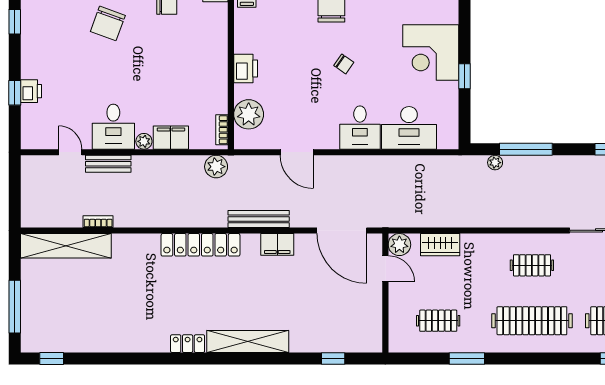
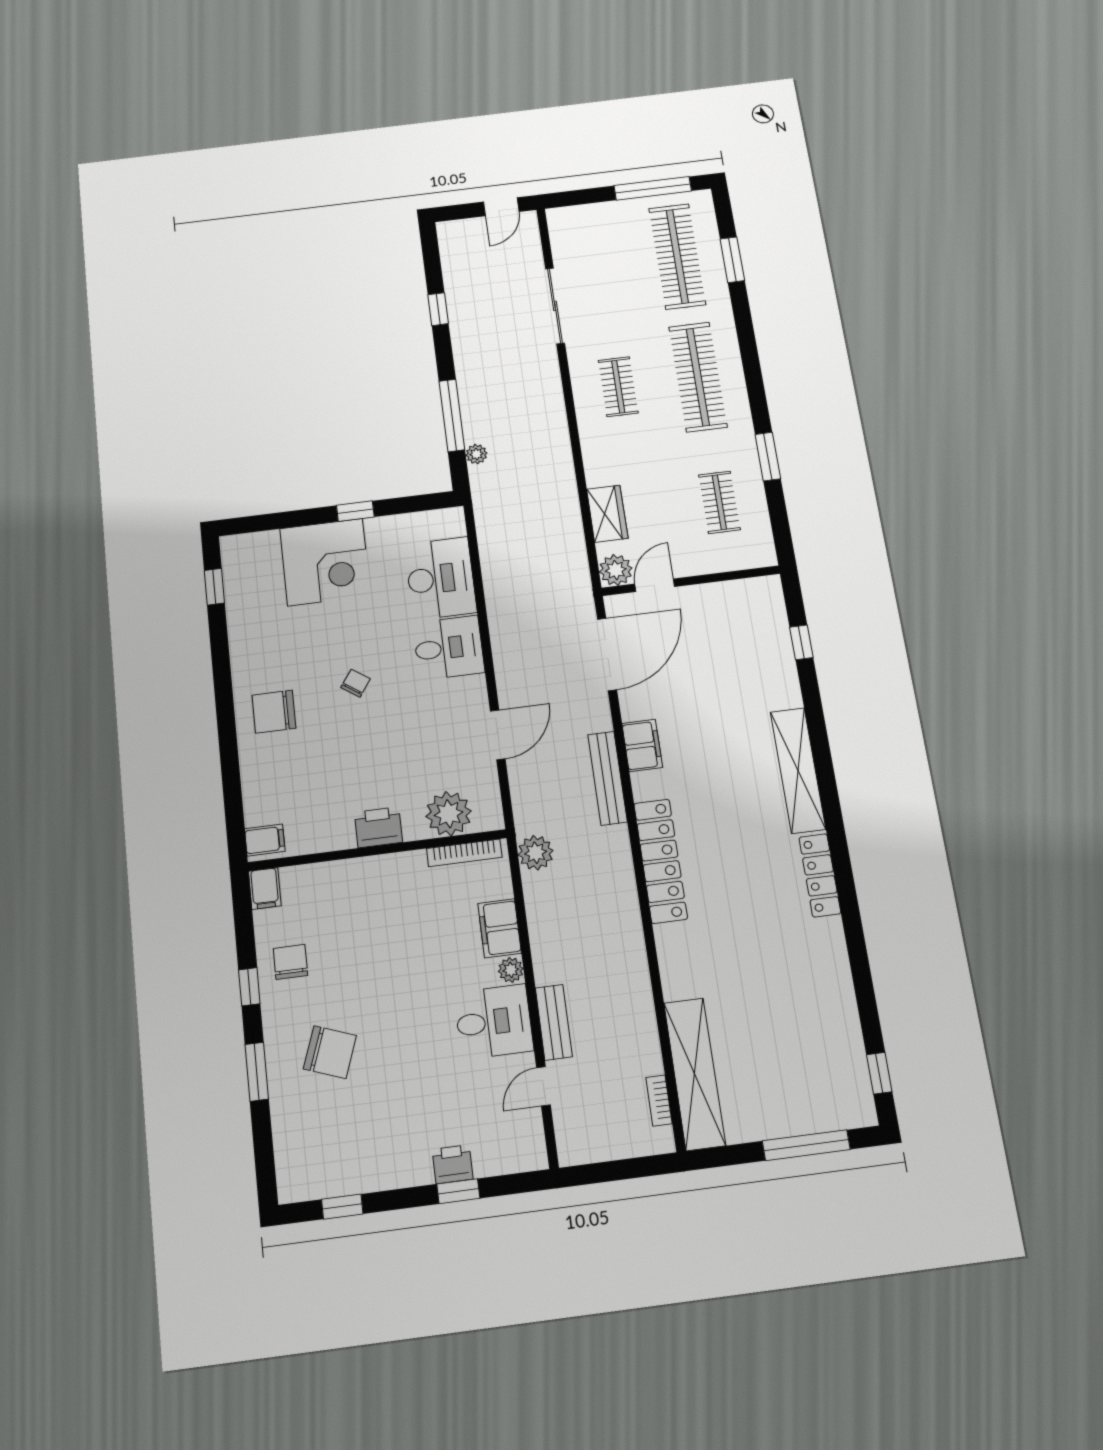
bookcase: (222, 130) -> (464, 853), width x1.56
bookcase: (98, 222) -> (659, 1100), moved
locker: (188, 344) -> (820, 875), width x1.53

